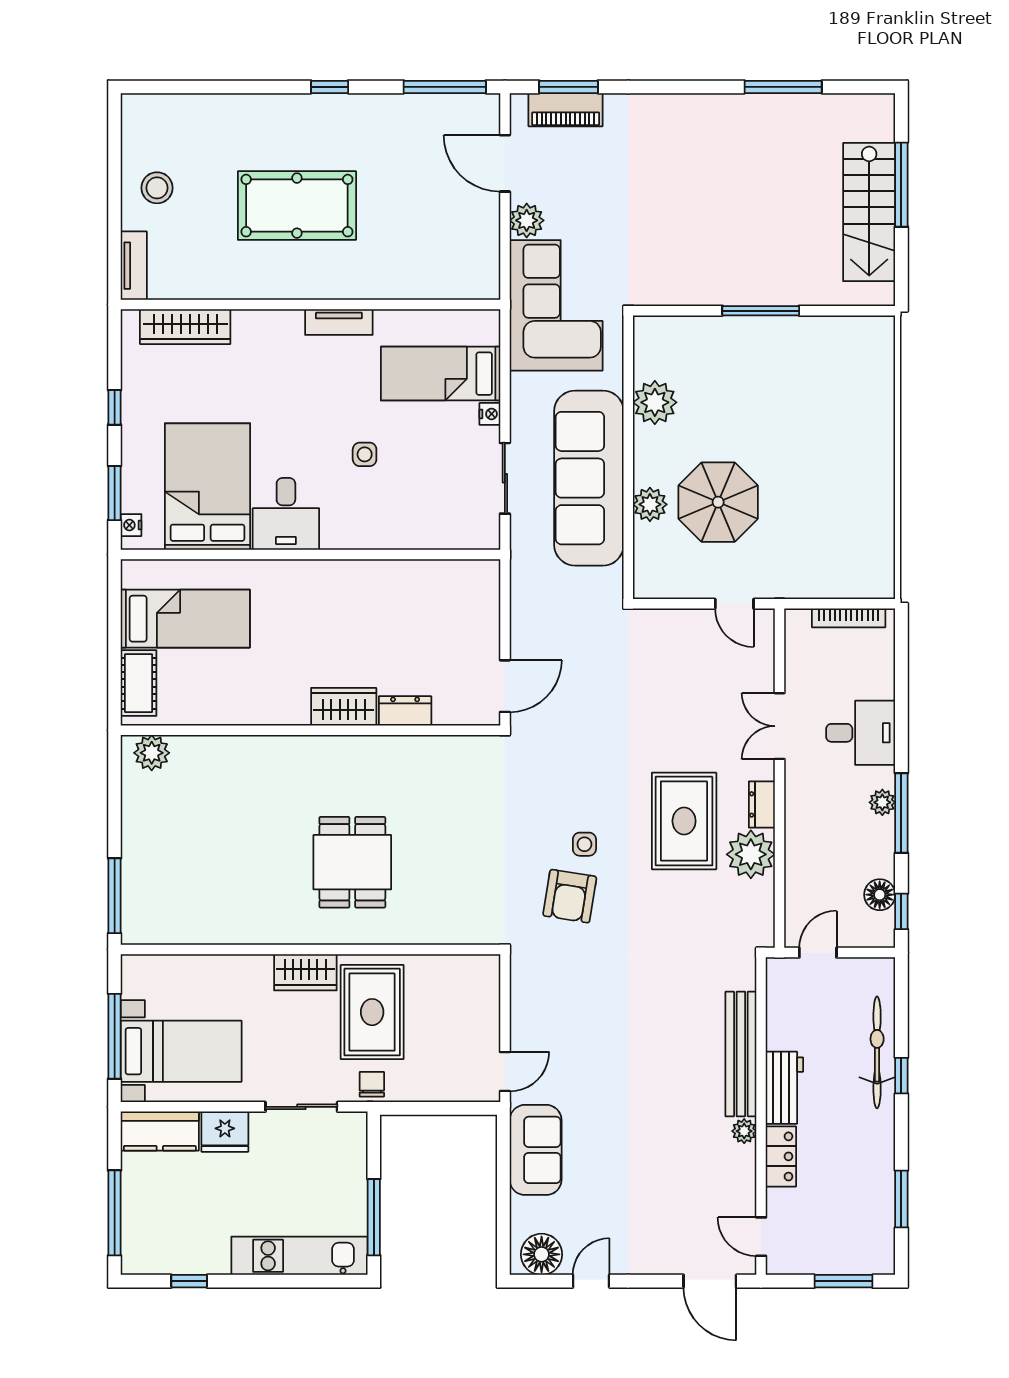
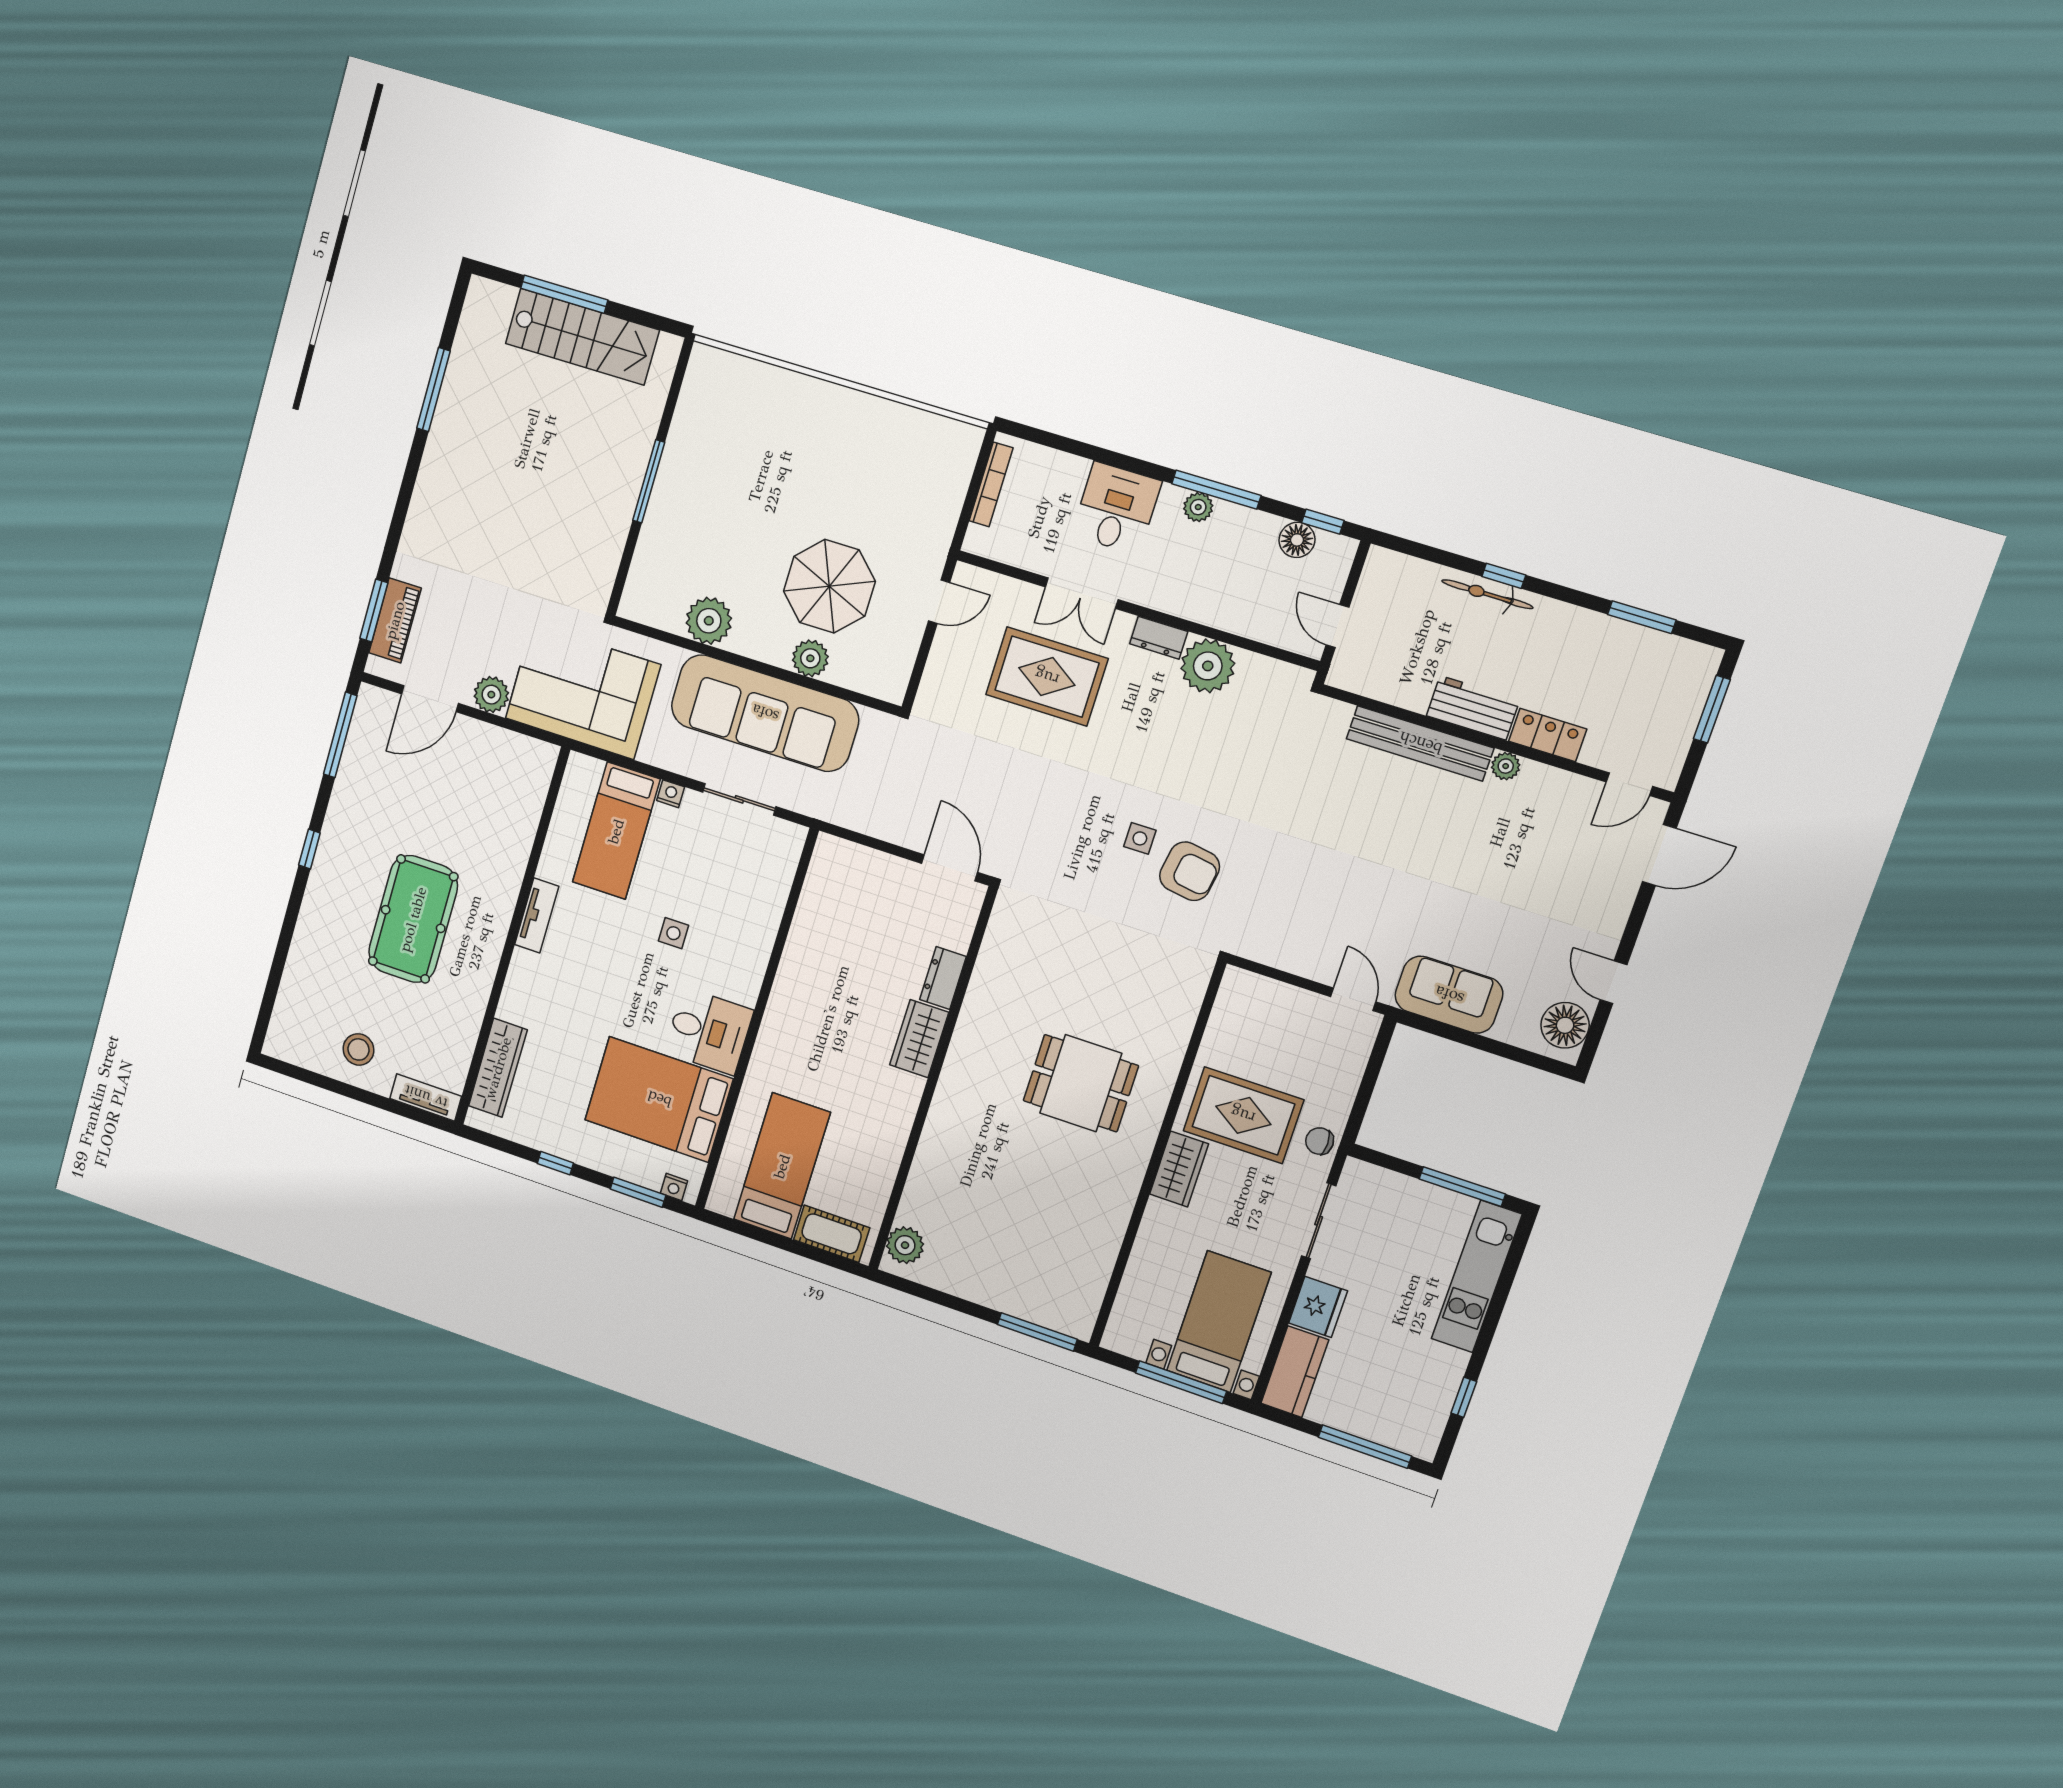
rug: (684, 821) -> (1047, 677), moved
bicycle: (877, 1052) -> (1487, 594), width x0.73, depth x0.71

